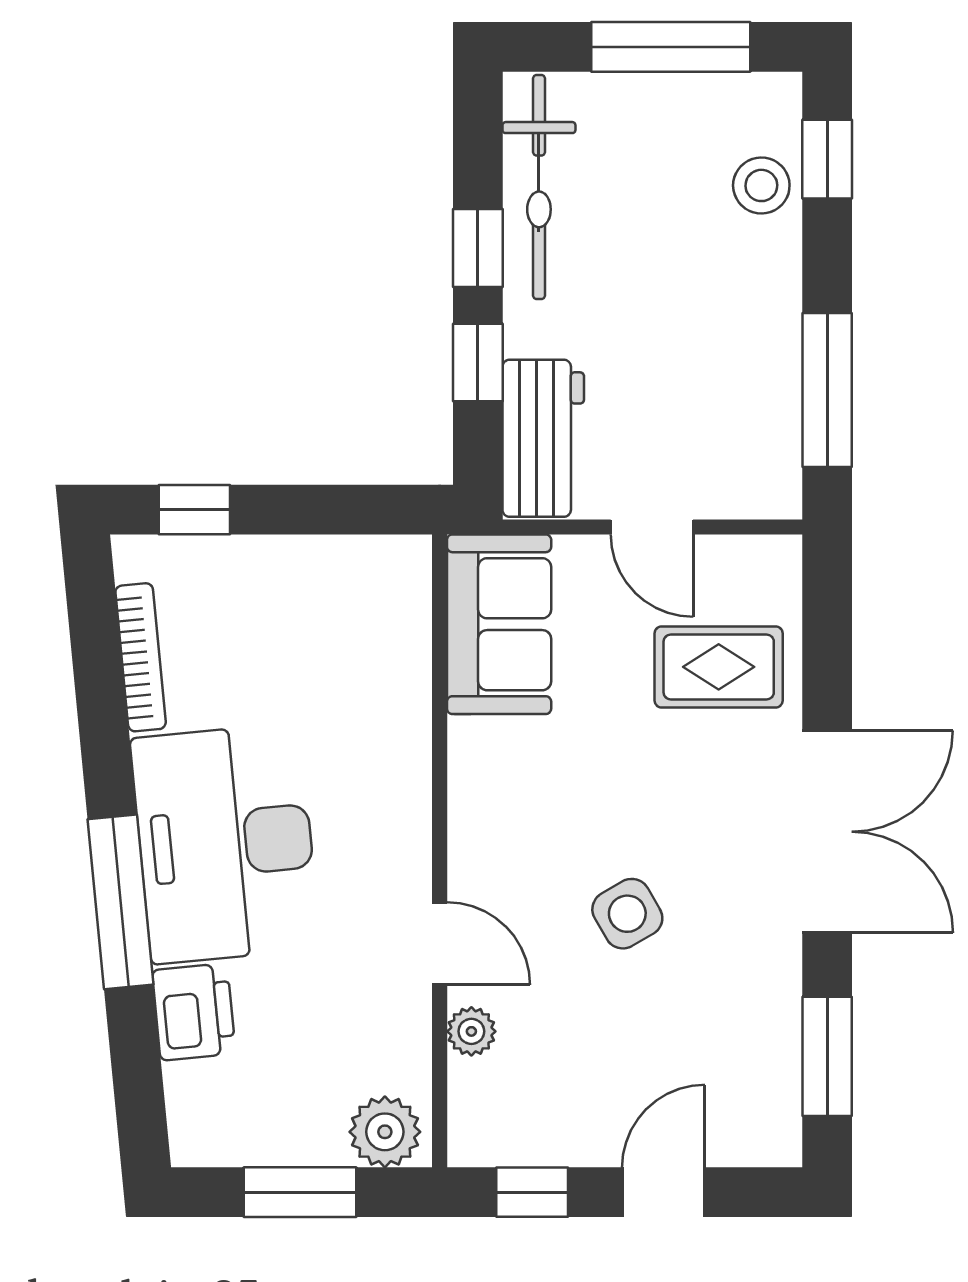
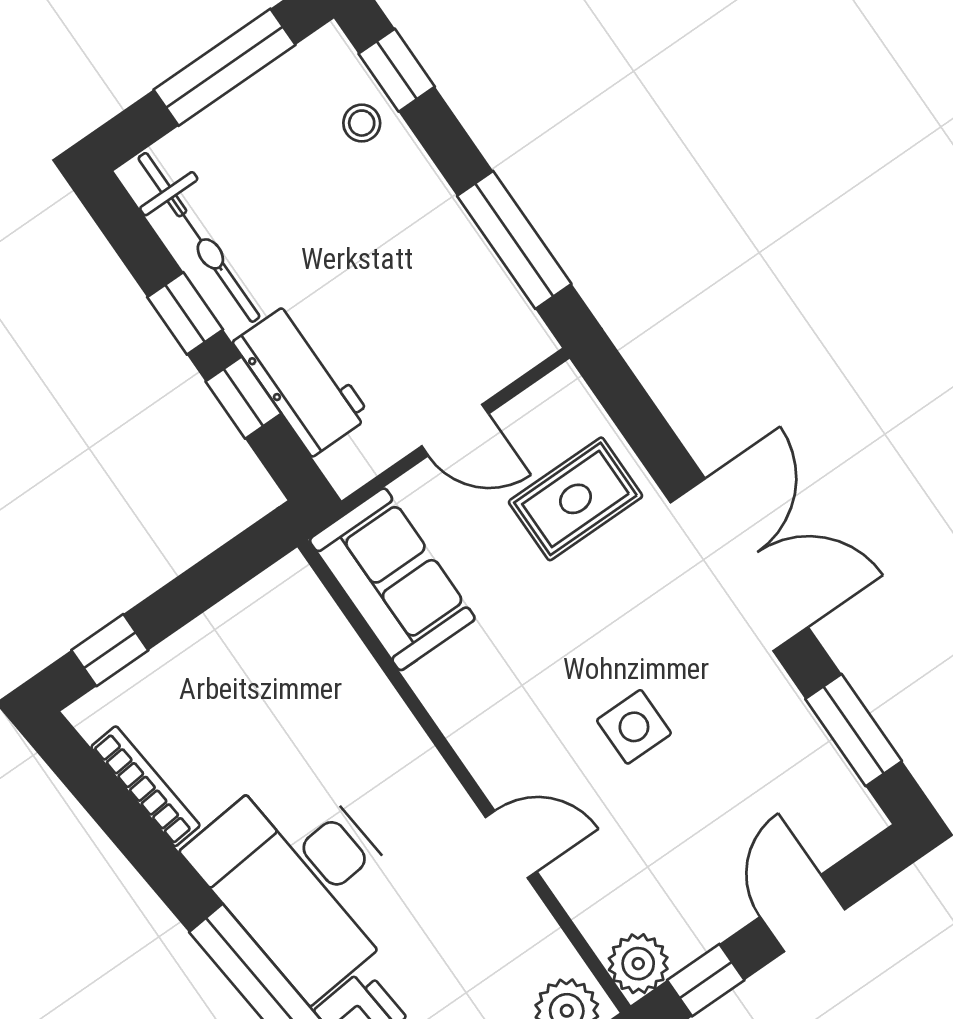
stool: (761, 185) -> (362, 123), width x0.73, depth x0.73
workbench: (543, 438) -> (302, 379), moved
side table: (627, 914) -> (634, 727), turned 30
plant: (471, 1031) -> (638, 964), moved, width x1.38, depth x1.38

